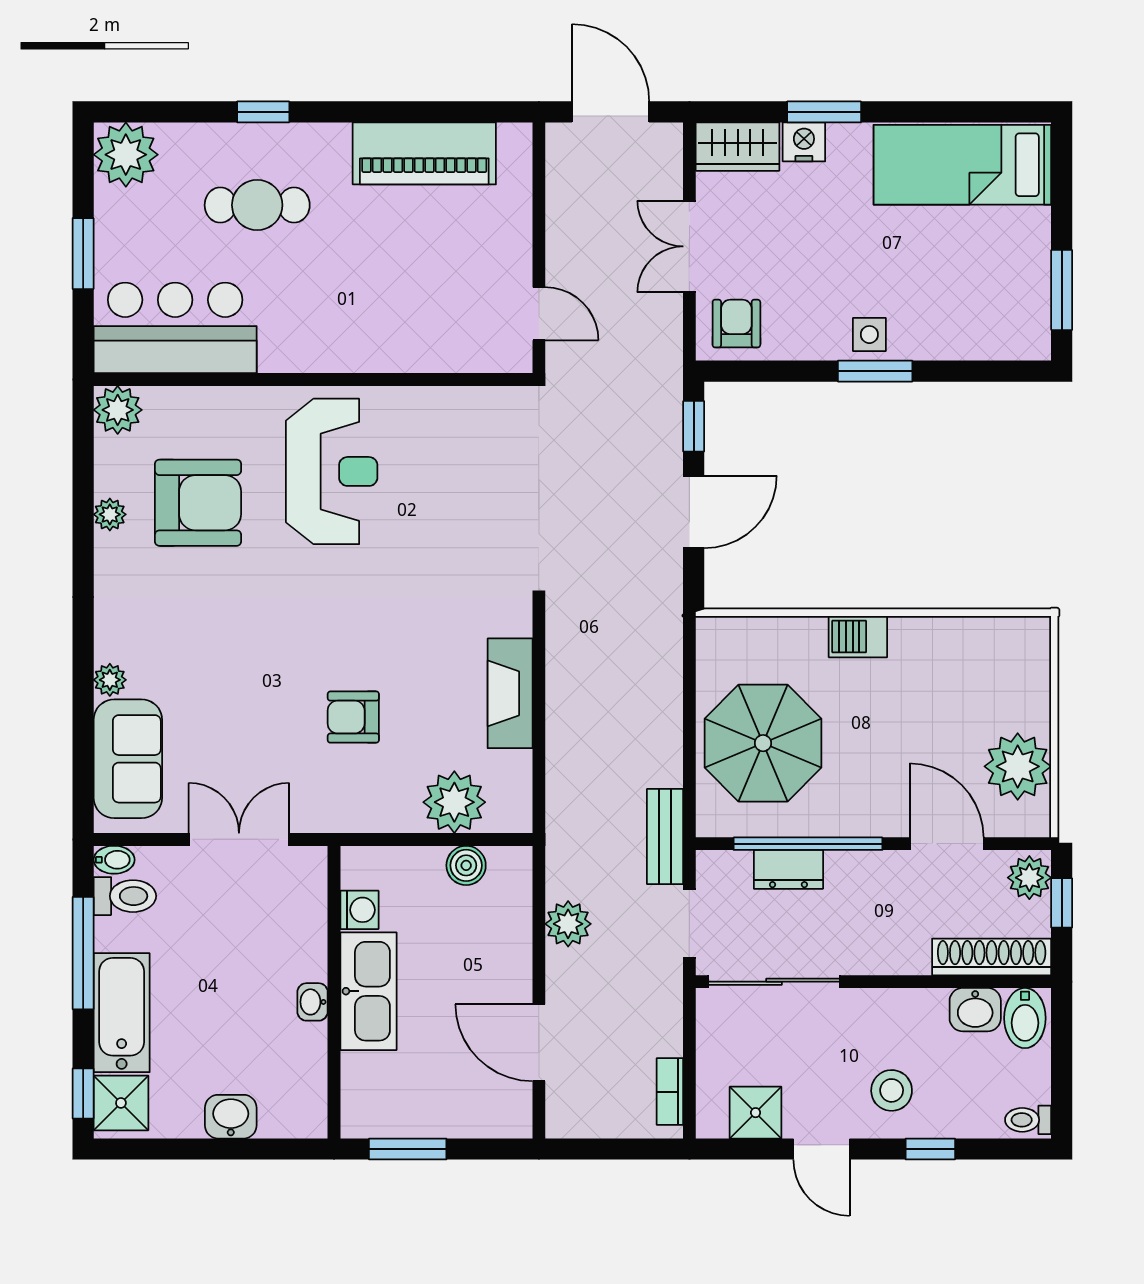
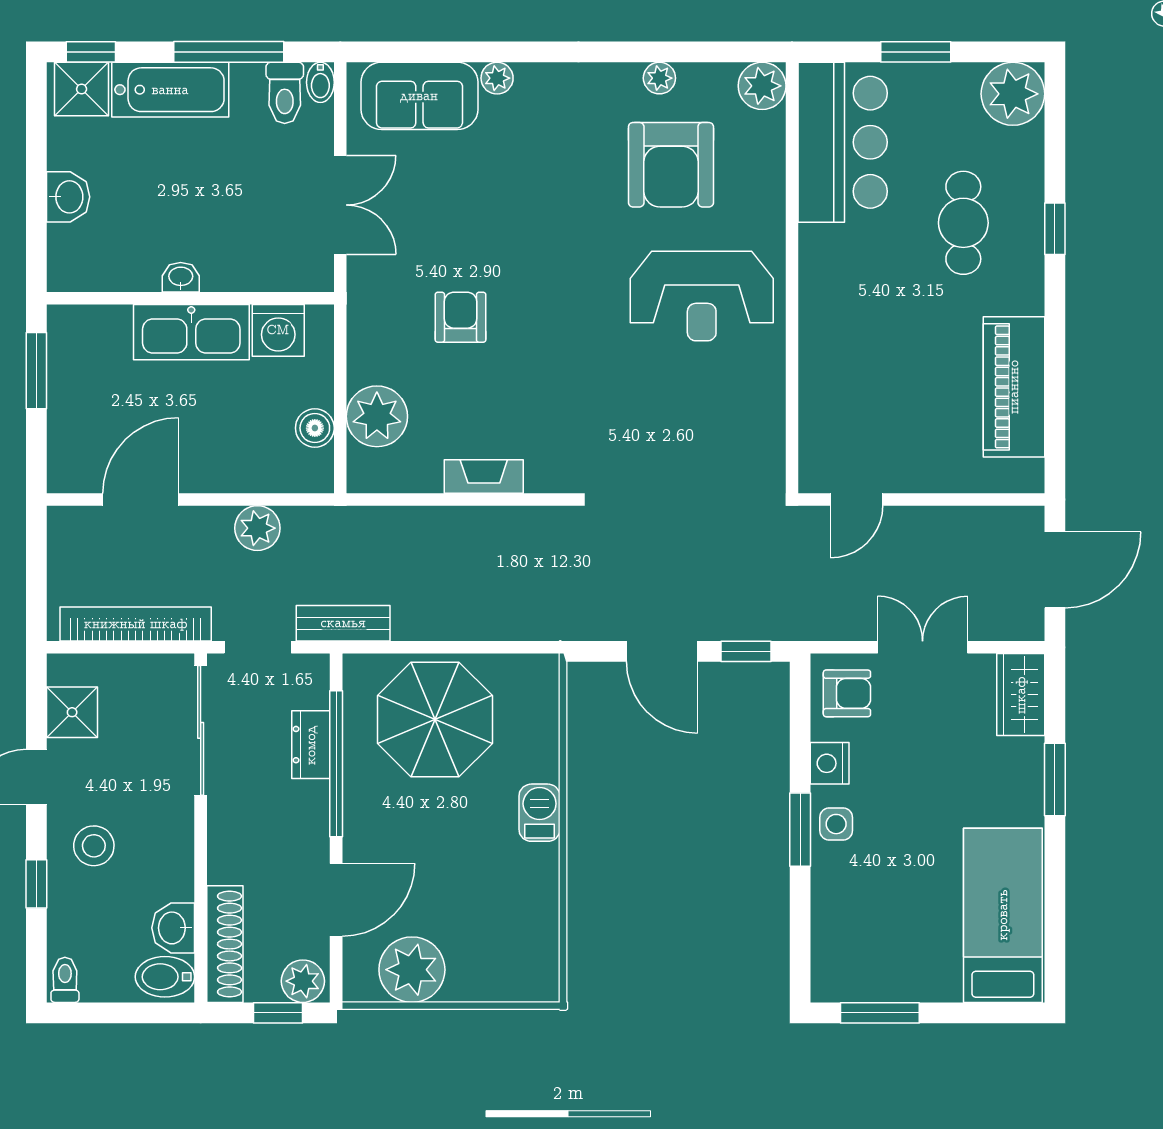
nightstand: (804, 142) -> (830, 763), moved, turned 180
fireplace: (510, 693) -> (484, 477), width x0.73, depth x0.76
washing machine: (359, 910) -> (278, 330), width x1.38, depth x1.38
bookcase: (670, 1092) -> (136, 624), width x2.31, depth x1.31

